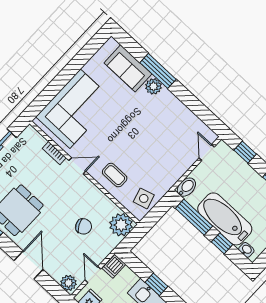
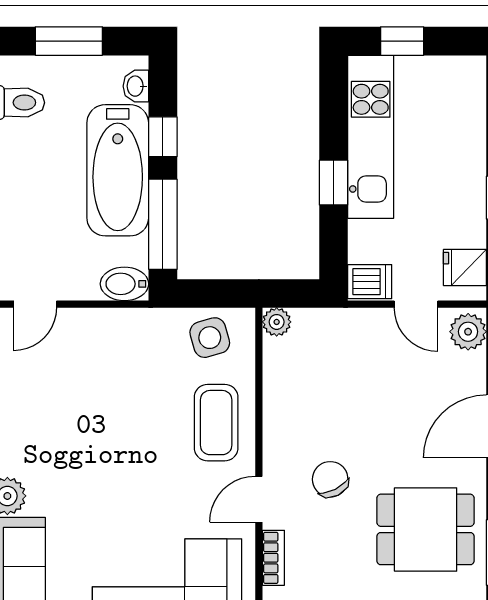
door: (77, 166) -> (259, 499), hinge flipped
coffee table: (115, 175) -> (216, 423), width x1.36, depth x1.30
plant: (121, 225) -> (277, 322), width x0.53, depth x0.53
chair: (84, 226) -> (330, 479), moved
door: (93, 274) -> (416, 304), hinge flipped

